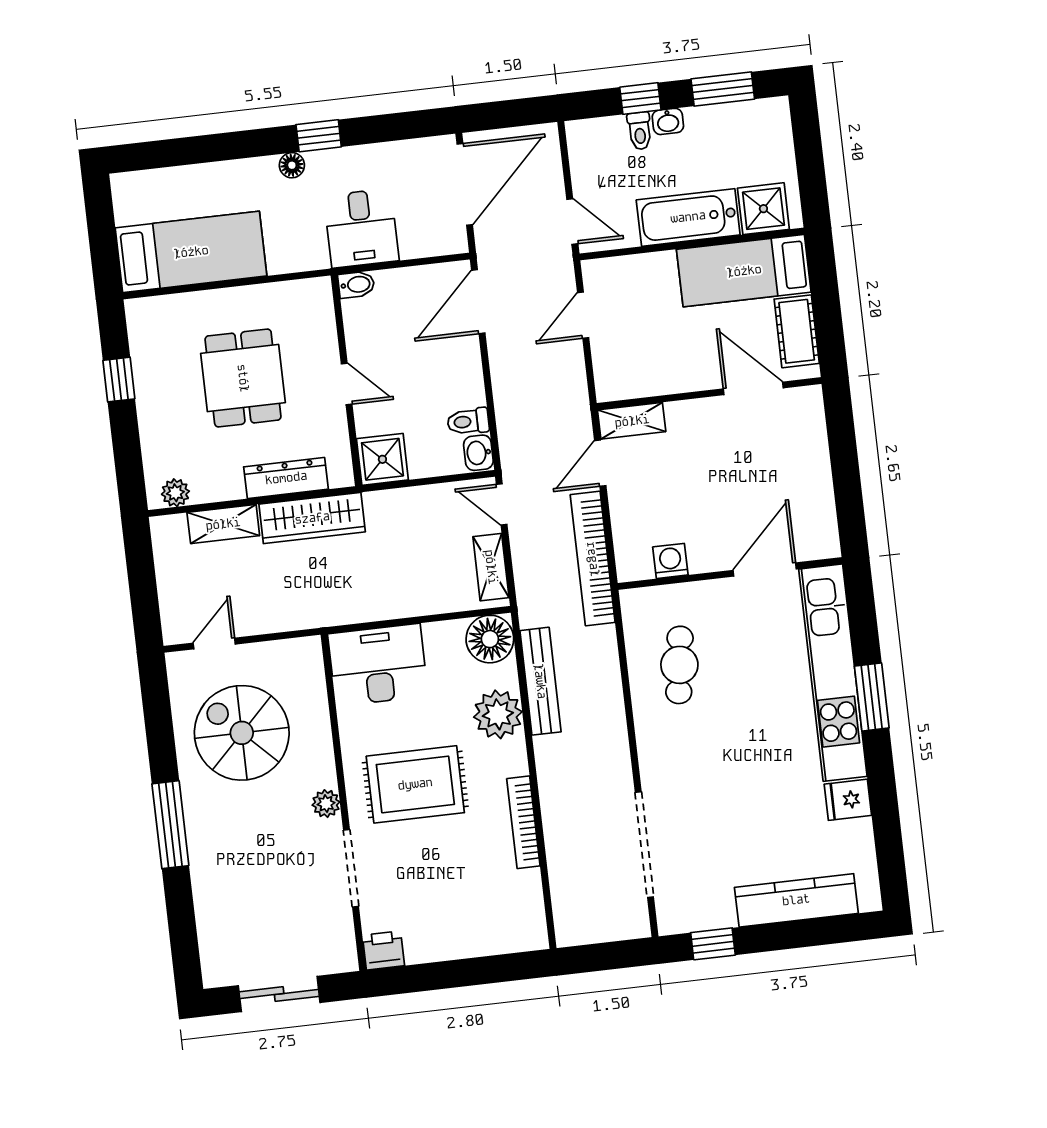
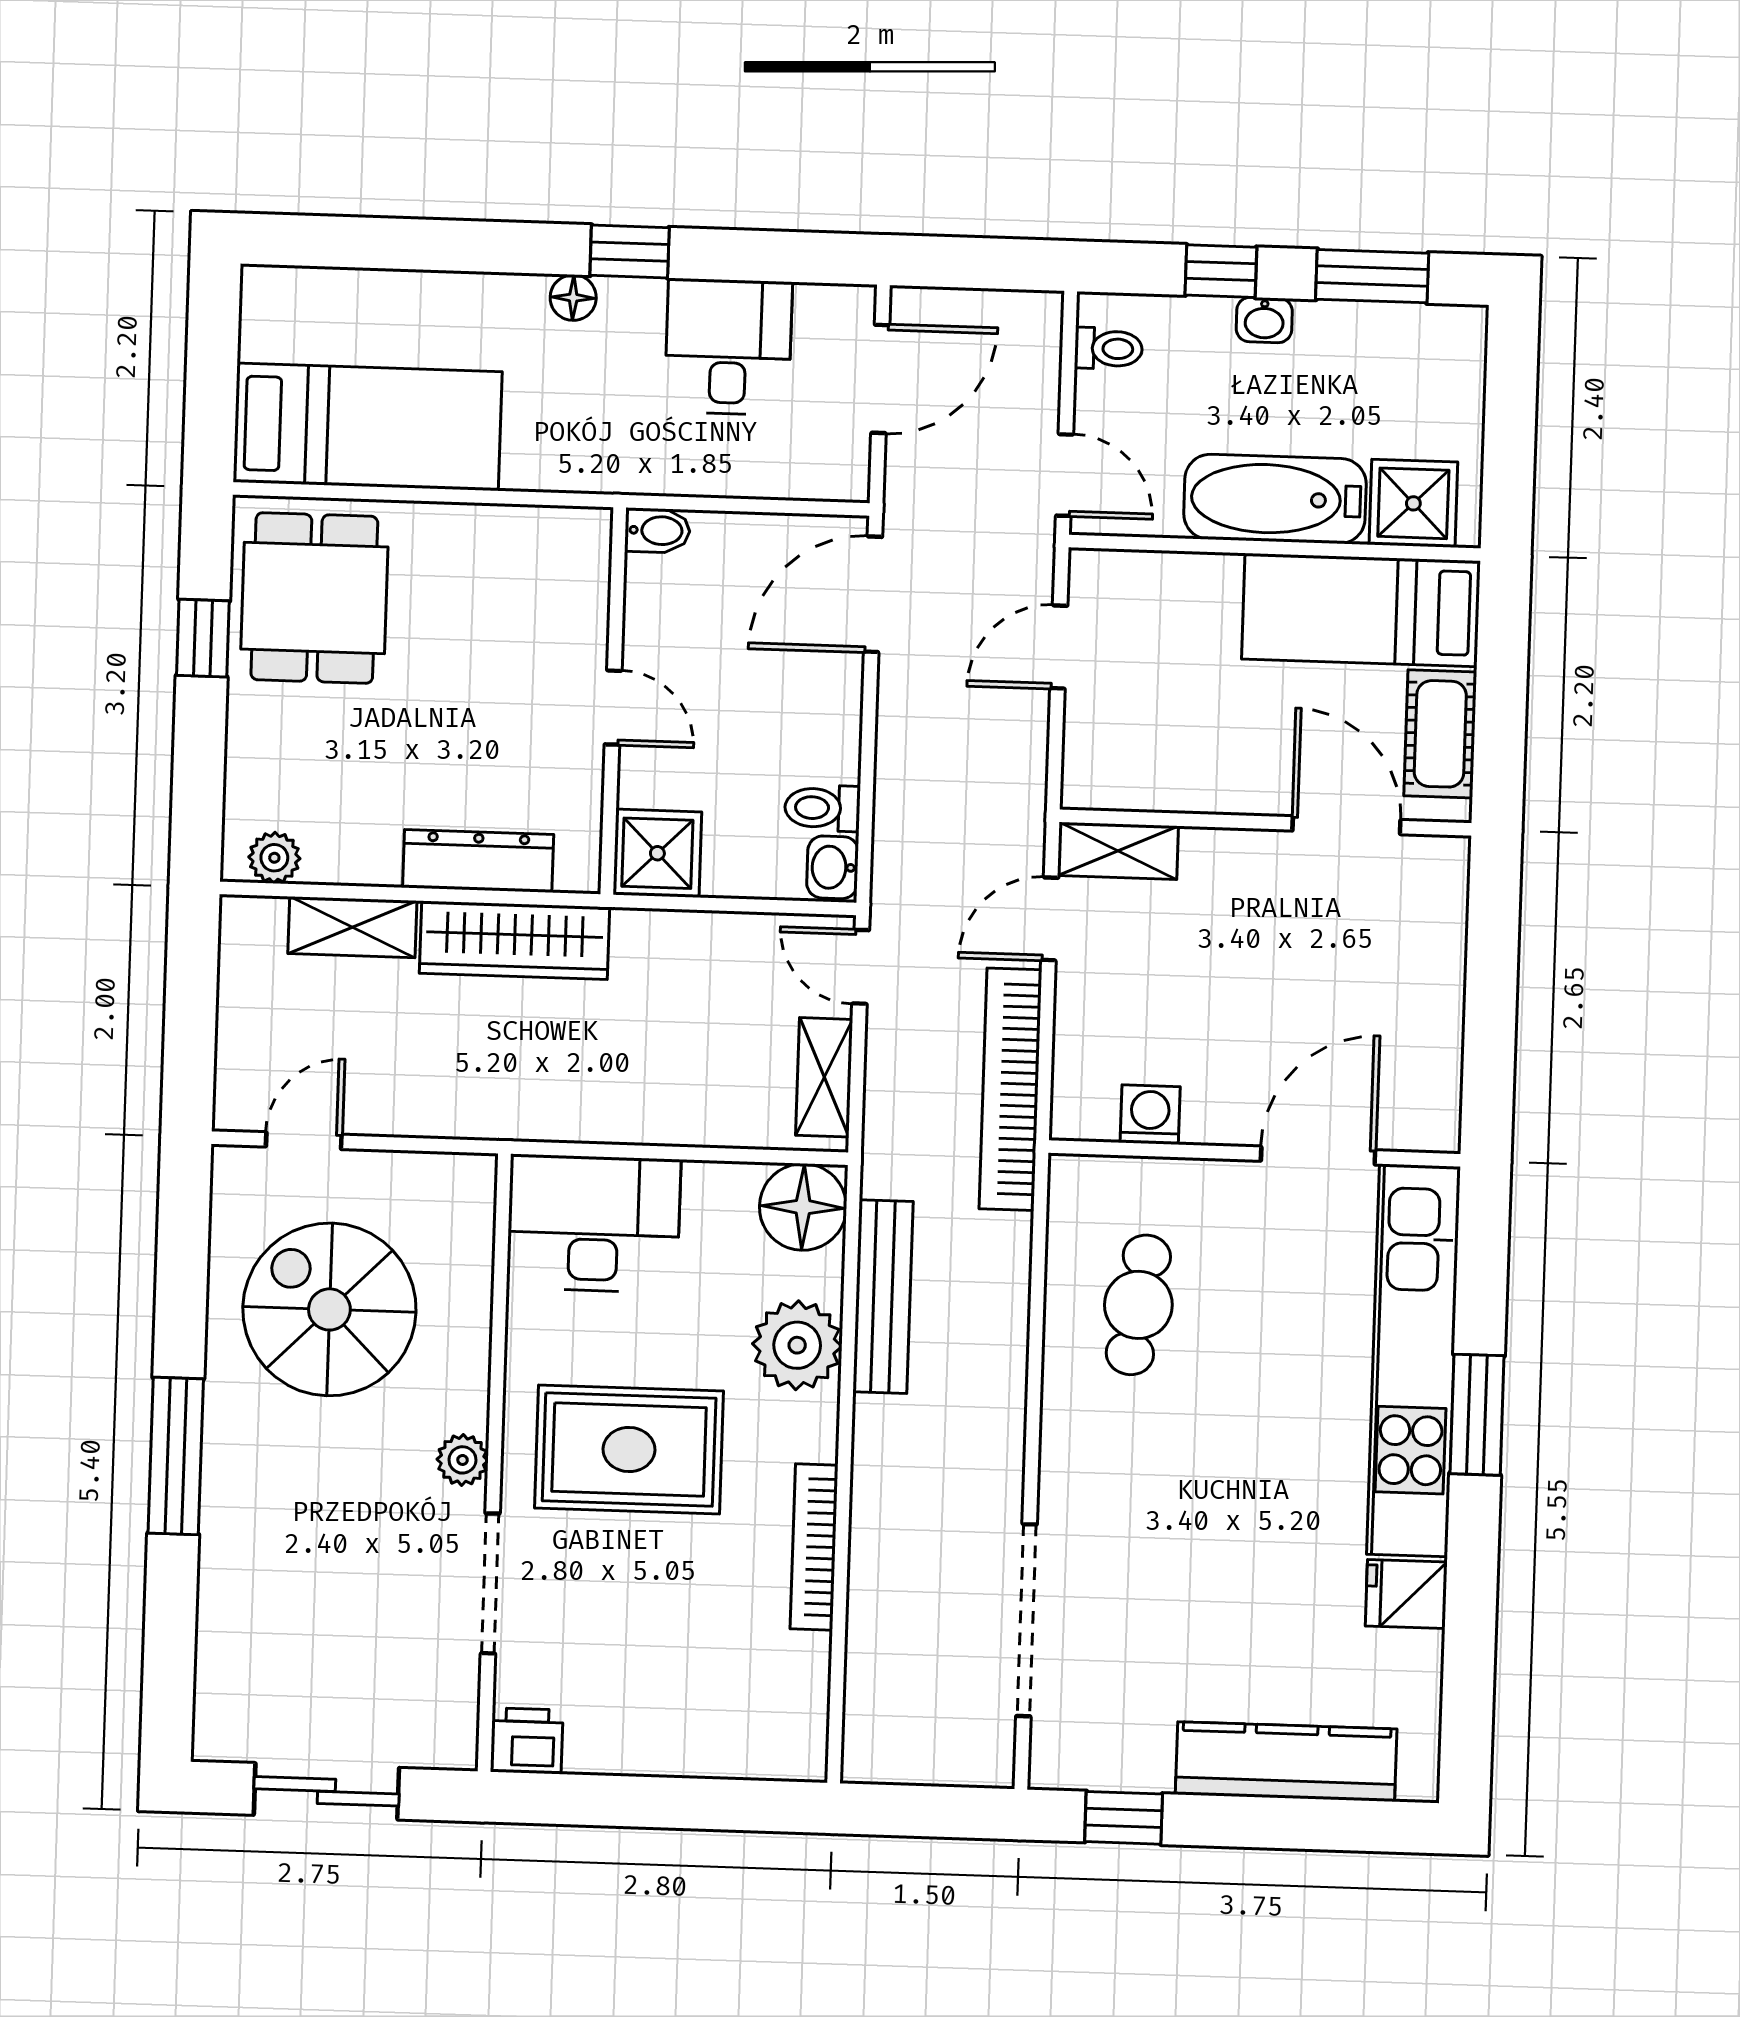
toilet: (640, 131) -> (1108, 349), moved, turned -90
door: (465, 184) -> (880, 379), width x0.73
desk: (361, 228) -> (728, 347), moved, turned 180
dining table: (243, 378) -> (314, 598), moved

